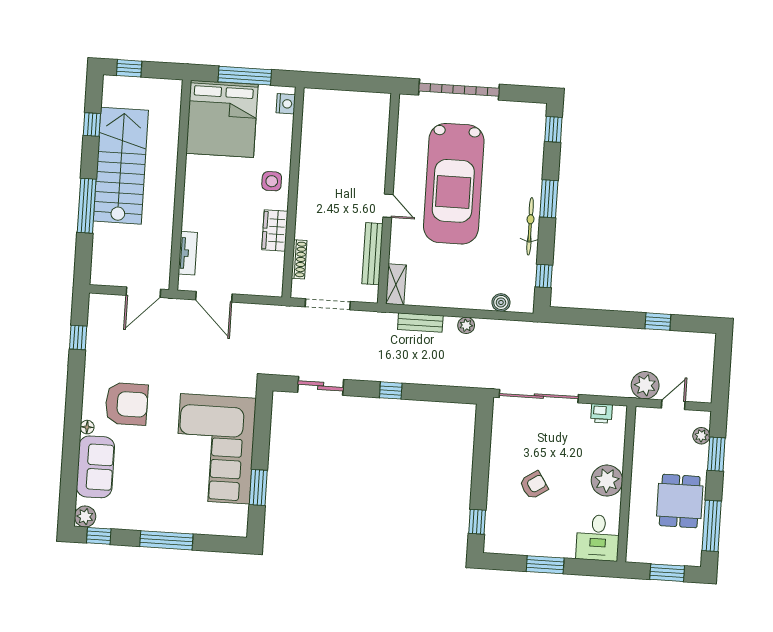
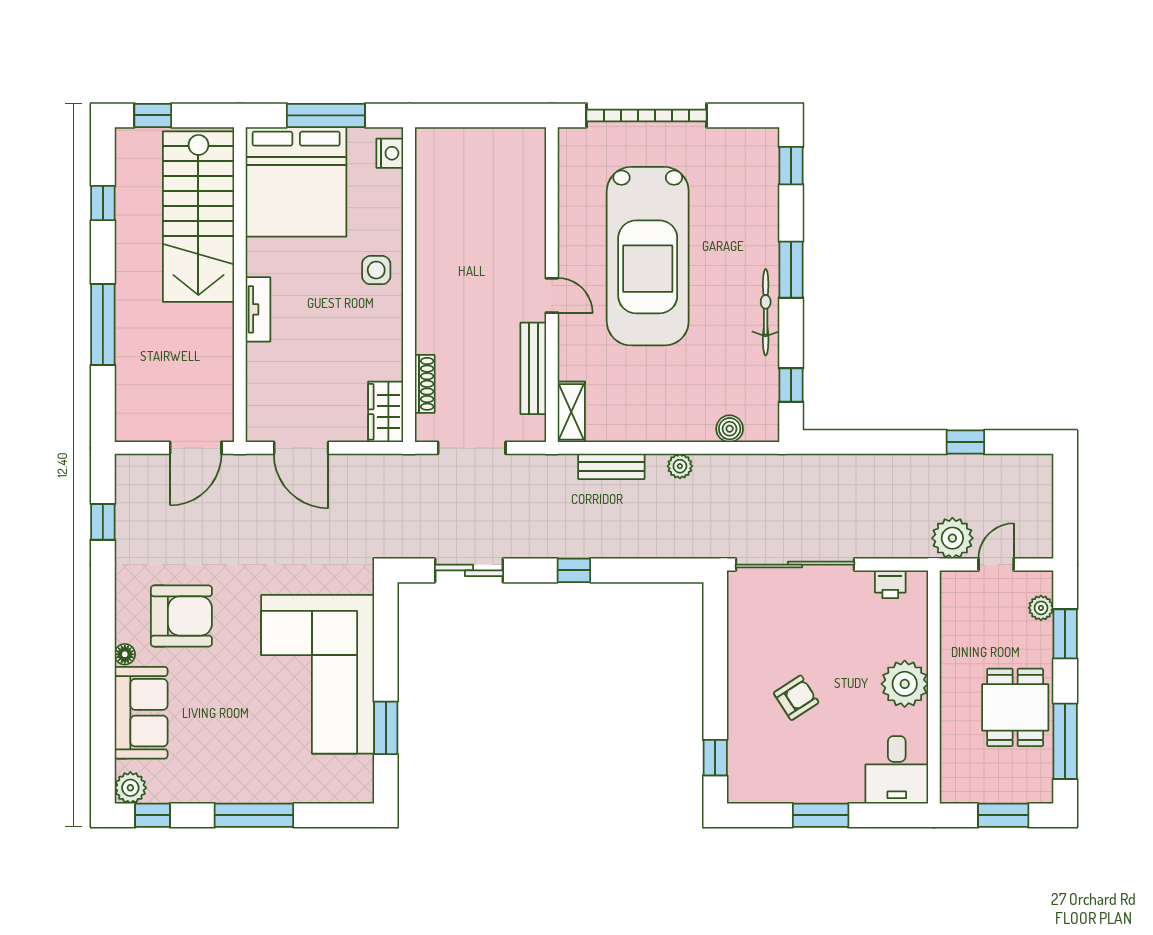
stairs: (121, 166) -> (198, 217), moved, turned 180
wardrobe: (275, 230) -> (386, 412), moved
tv unit: (188, 253) -> (258, 309), moved

